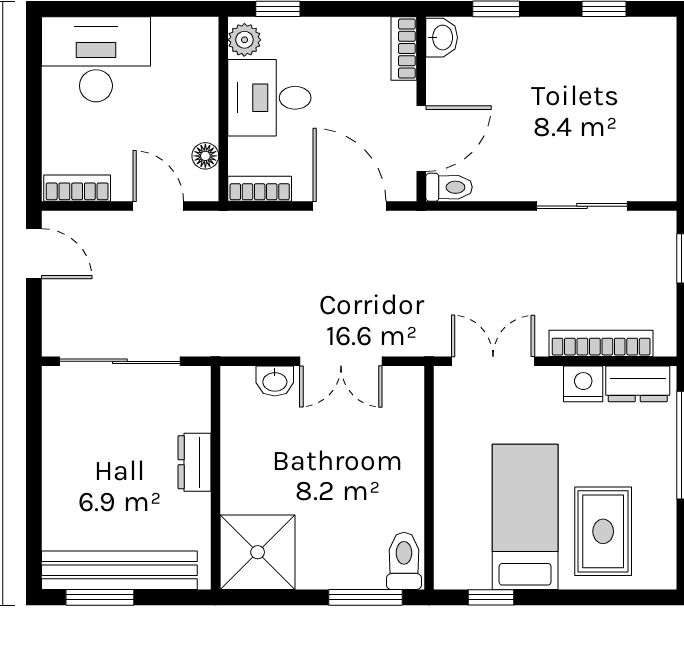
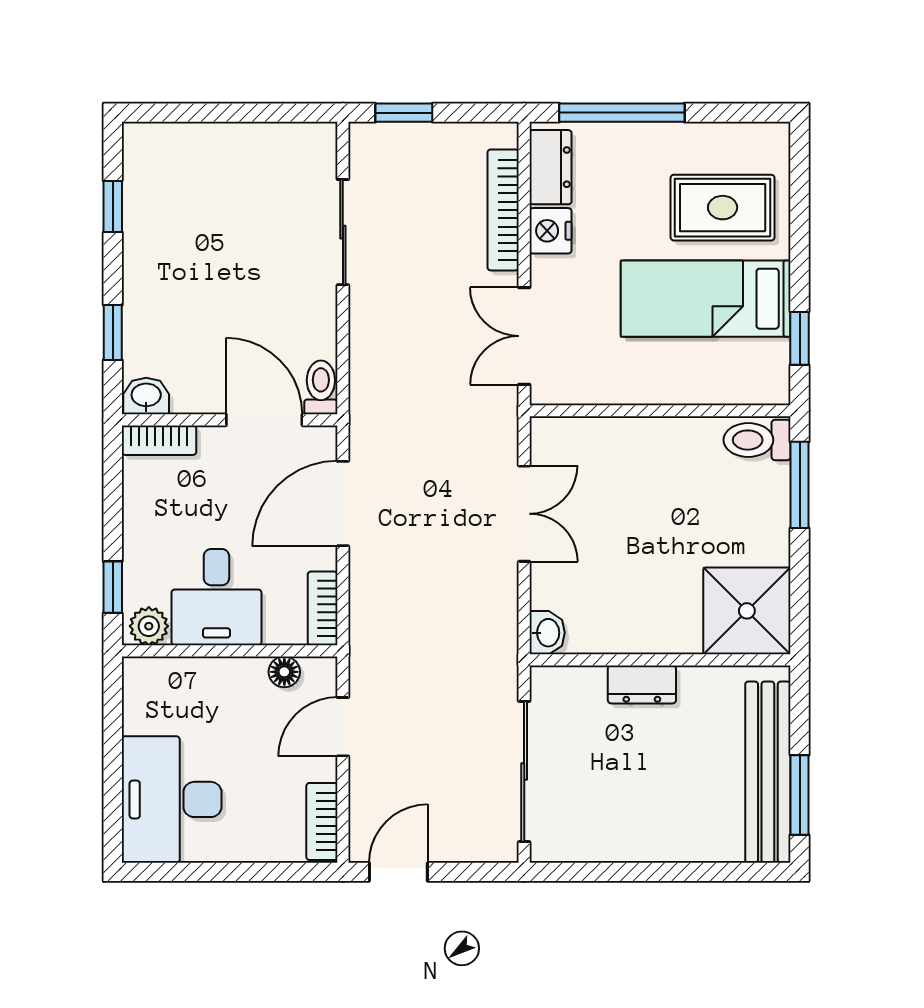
washbasin: (275, 381) -> (547, 633), moved

